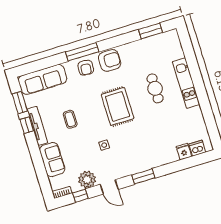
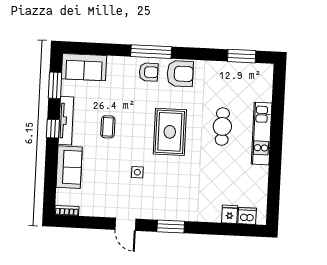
armchair: (86, 68) -> (149, 72), turned -95
sofa: (42, 79) -> (84, 67), width x0.73
window: (27, 125) -> (53, 129), moved
plant: (87, 180) -> (102, 206), removed
window: (80, 196) -> (87, 222), removed

